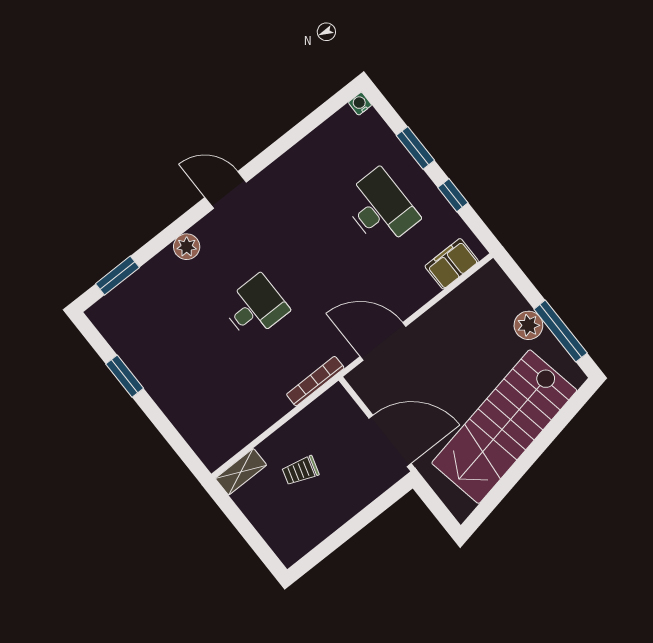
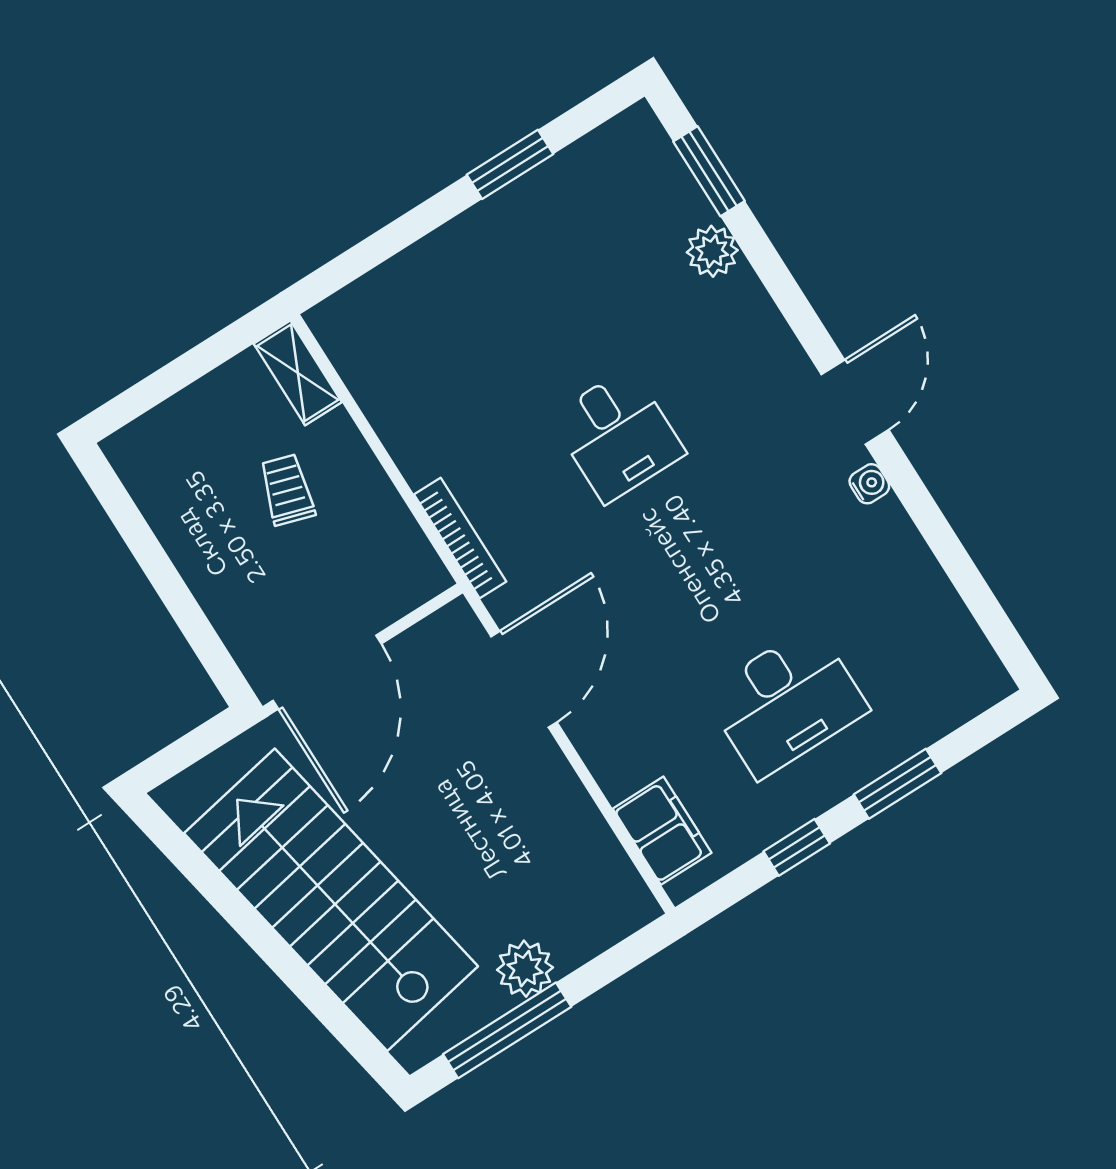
water cooler: (360, 104) -> (869, 484), moved
plant: (187, 247) -> (712, 251), moved

